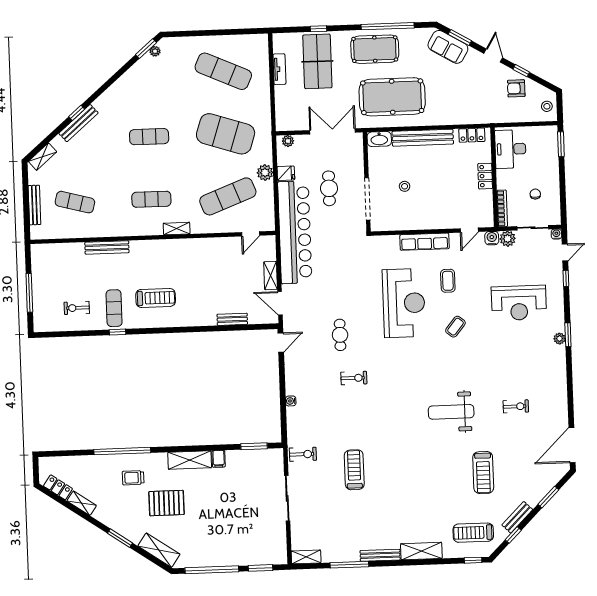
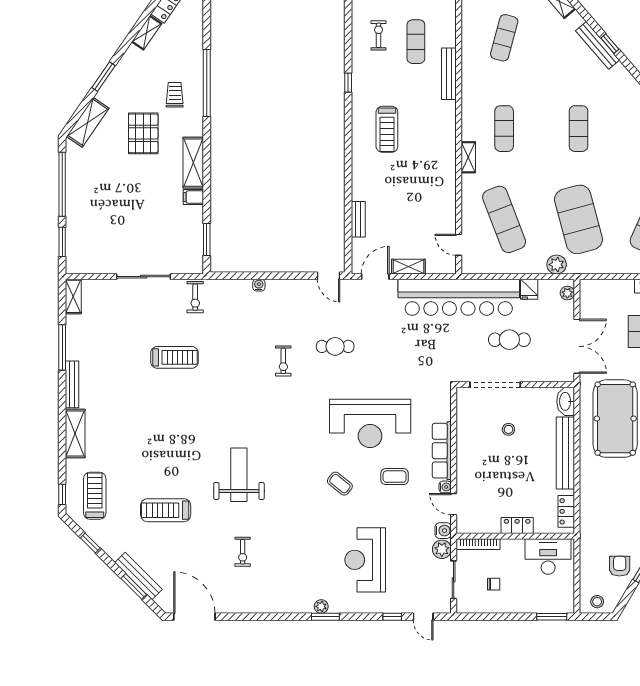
exercise mat: (226, 134) -> (578, 219), turned -33
plant: (265, 173) -> (557, 265), moved
water cooler: (556, 234) -> (445, 487), moved
exercise mat: (114, 308) -> (416, 42), moved, turned 90
bench: (517, 517) -> (138, 576), moved, width x1.36

